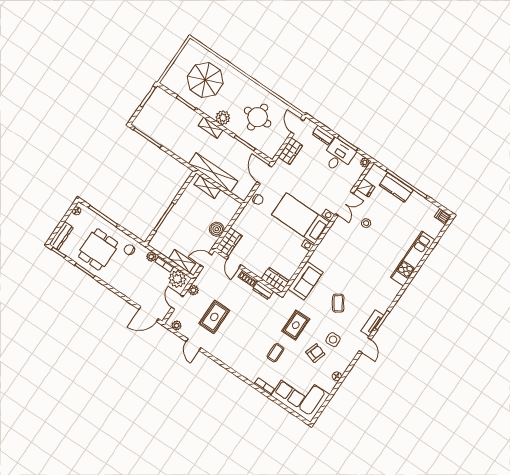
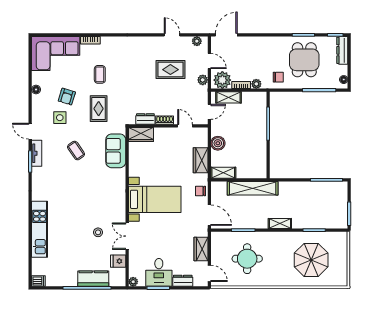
plant: (223, 118) -> (276, 239), removed
shelving: (207, 187) -> (223, 173), moved
wardrobe: (229, 242) -> (201, 160), moved
rug: (214, 317) -> (170, 70), turned 90

